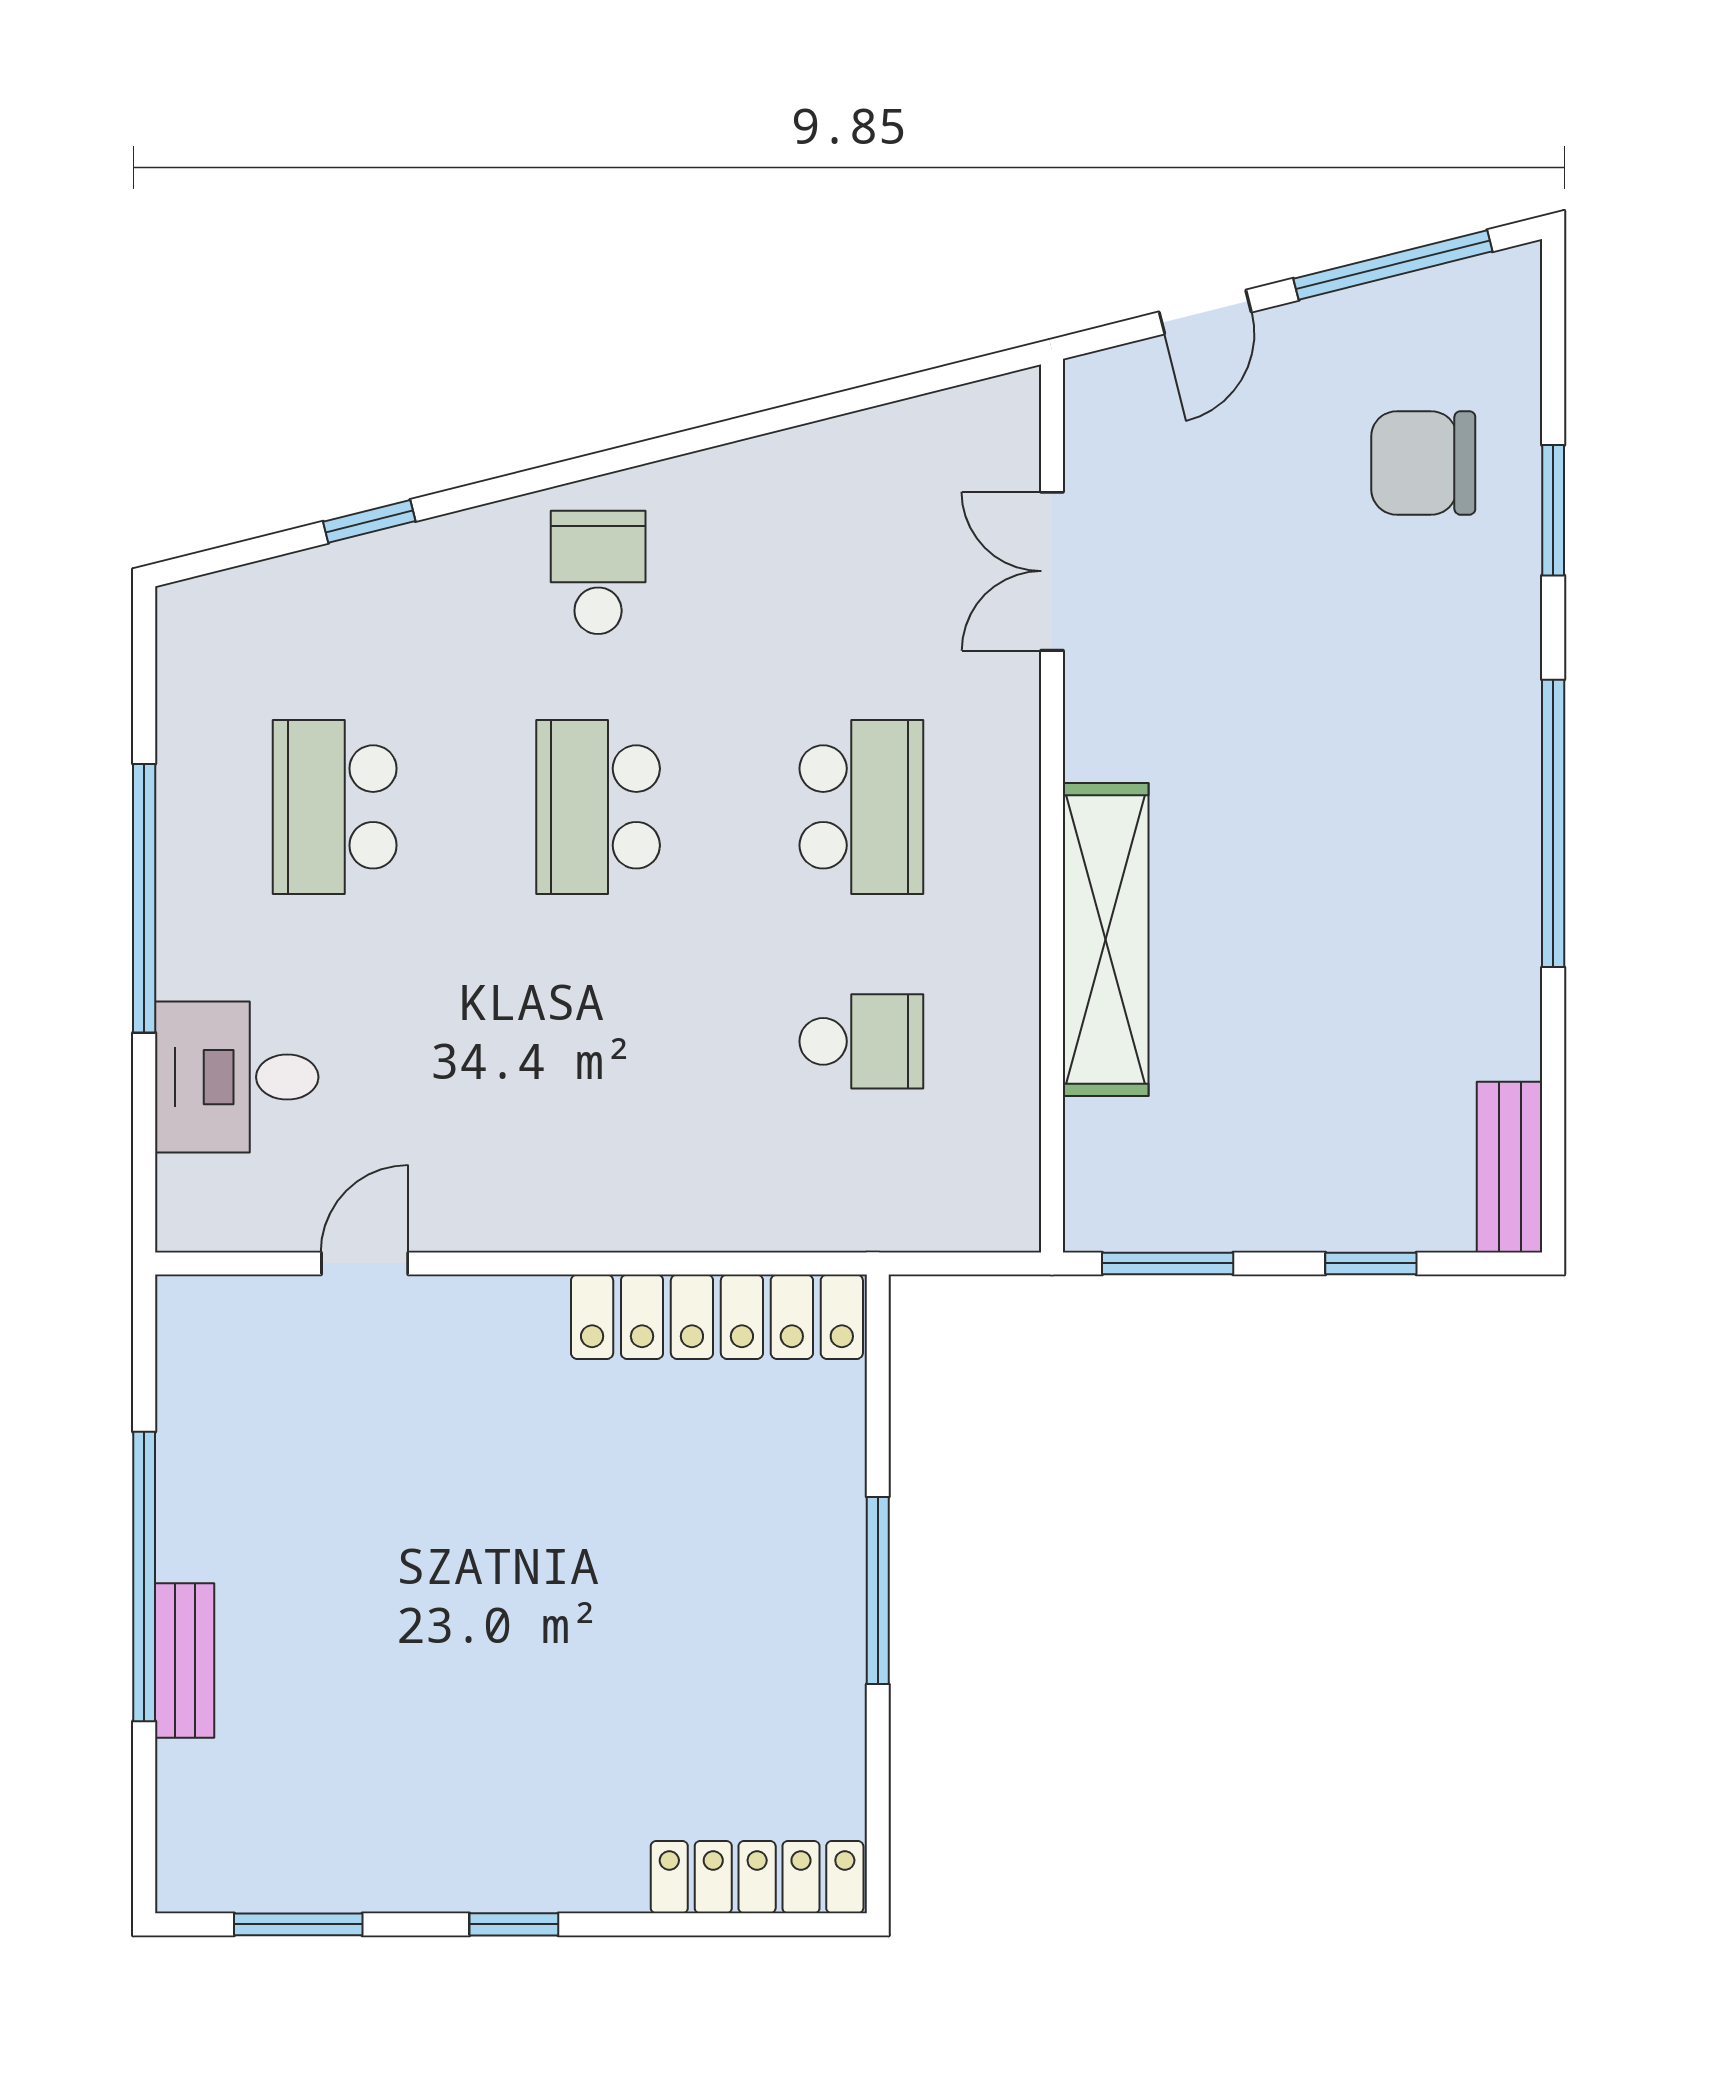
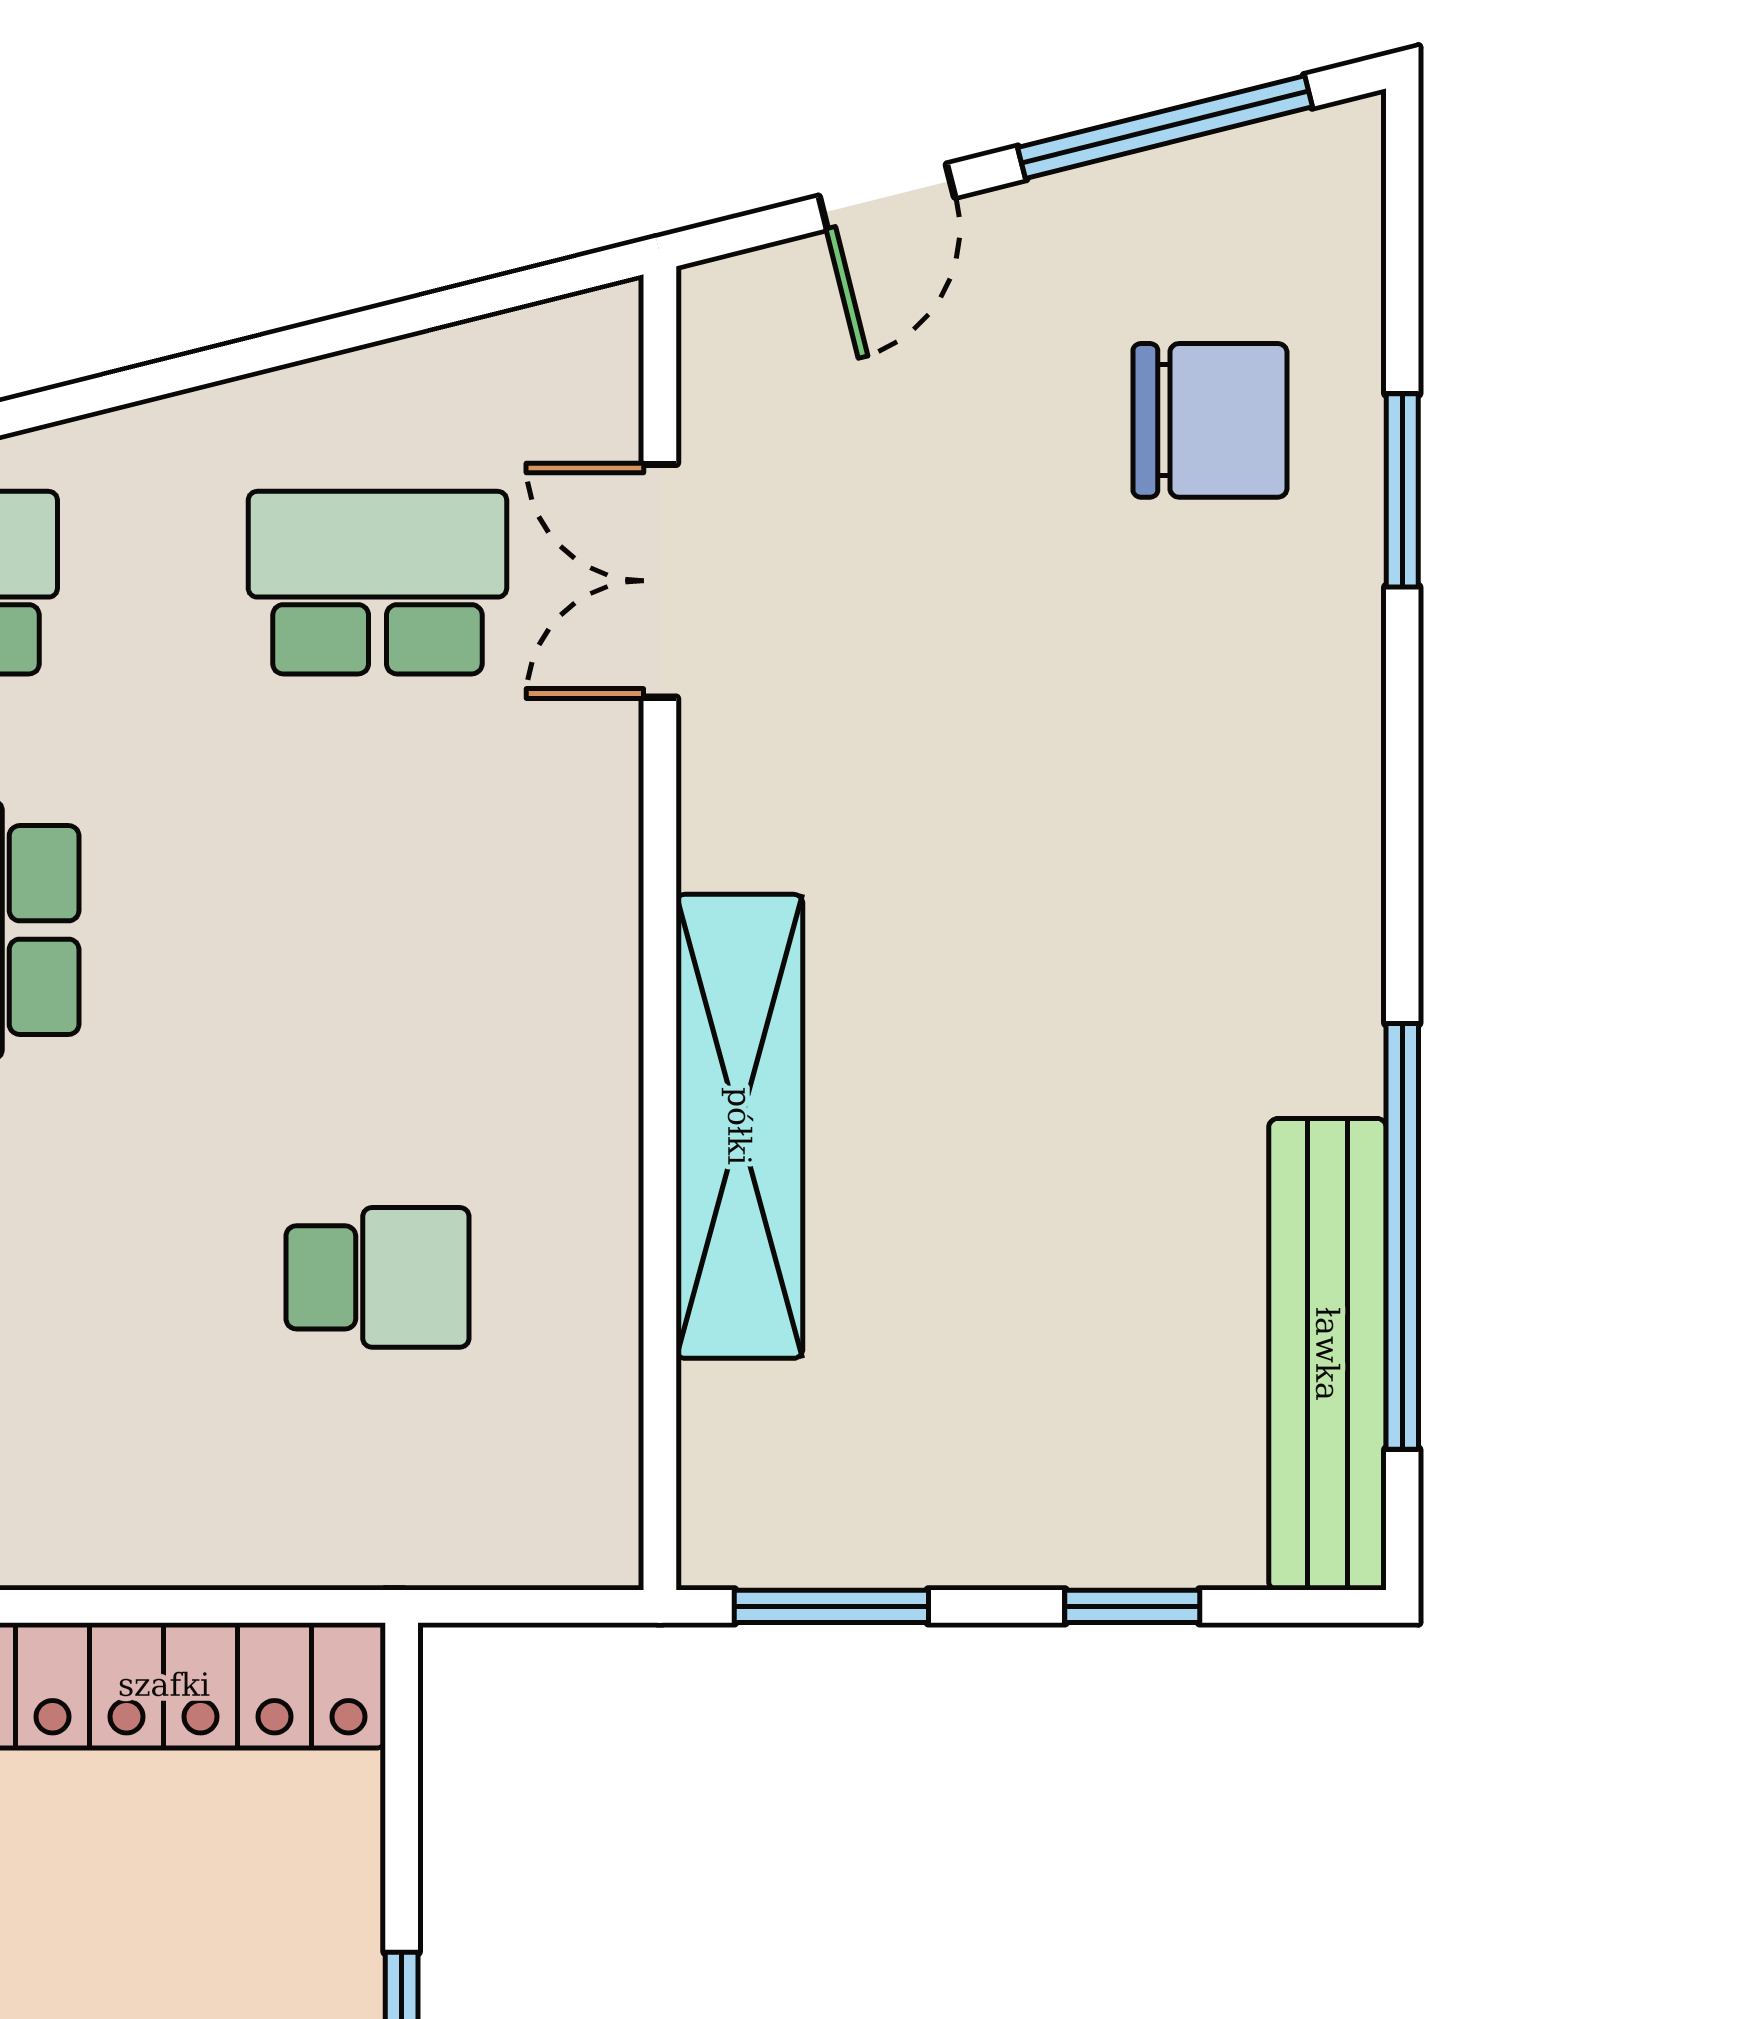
chair: (1423, 463) -> (1210, 420), turned 180
school desk: (861, 807) -> (377, 583), moved, turned -90
window: (1553, 823) -> (1402, 1236), moved
bench: (1510, 1167) -> (1327, 1354), width x1.86, depth x1.21

